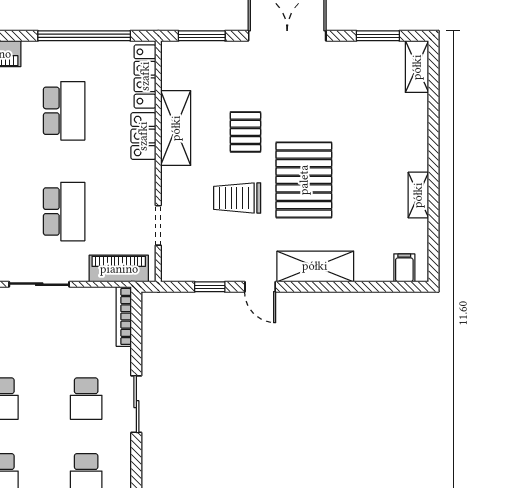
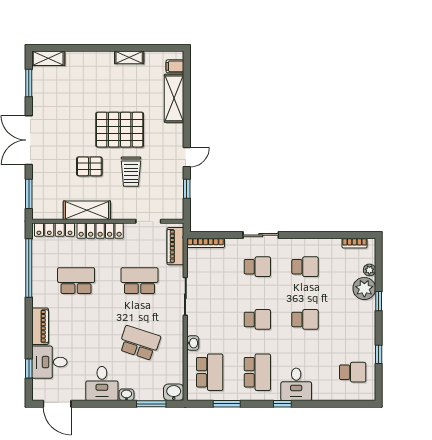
locker: (143, 136) -> (100, 231), width x1.53
shelving: (315, 266) -> (174, 98), moved

